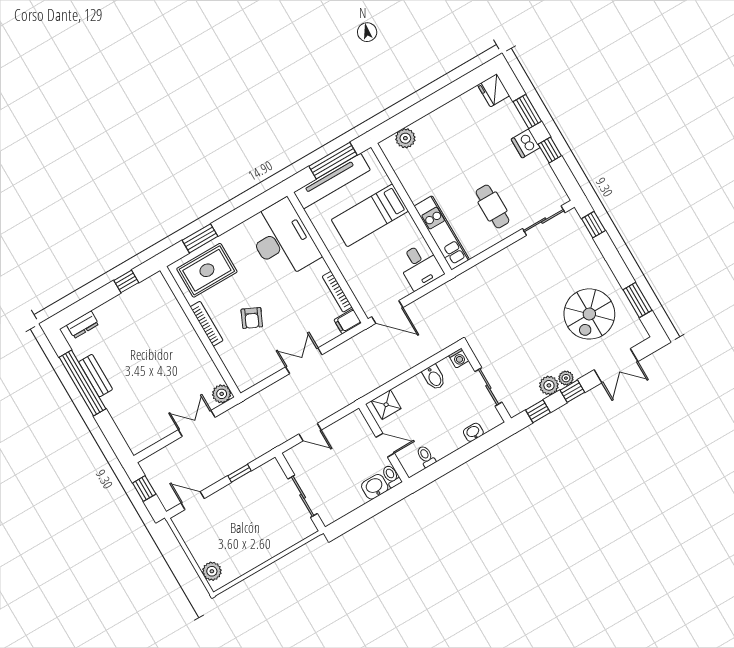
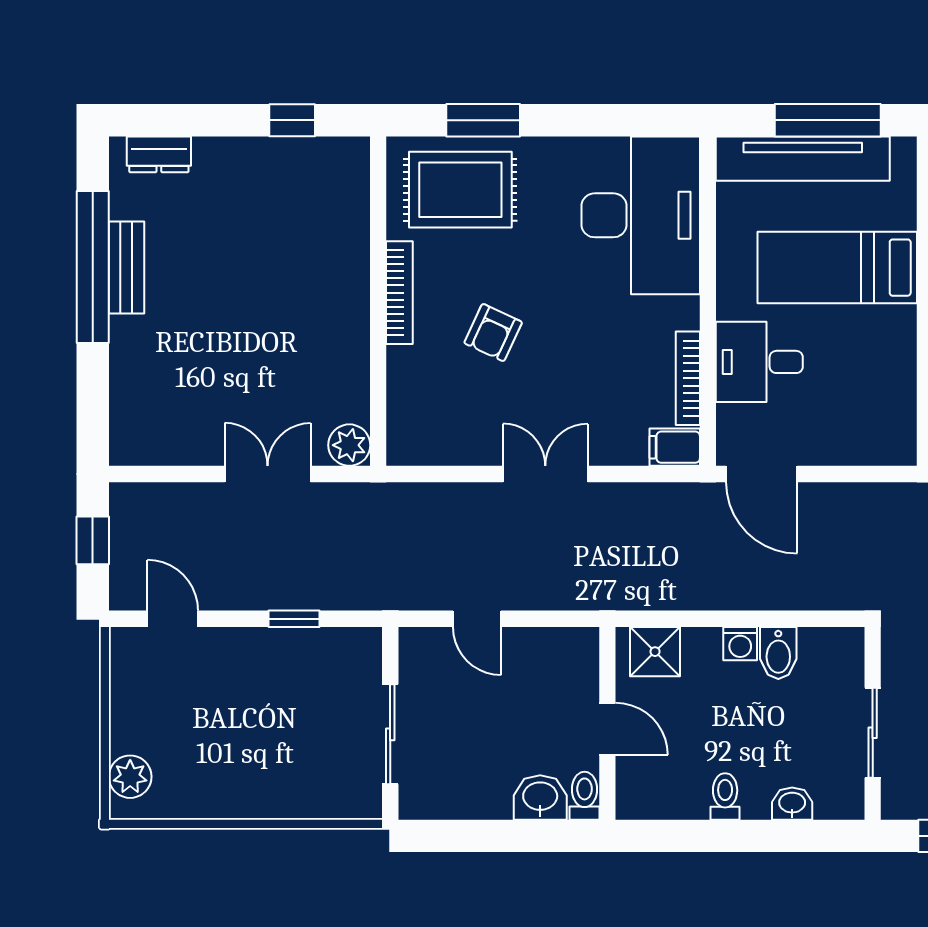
desk: (420, 266) -> (759, 362), moved, turned 90
washing machine: (459, 358) -> (740, 644), moved
toilet: (426, 456) -> (725, 796), moved

